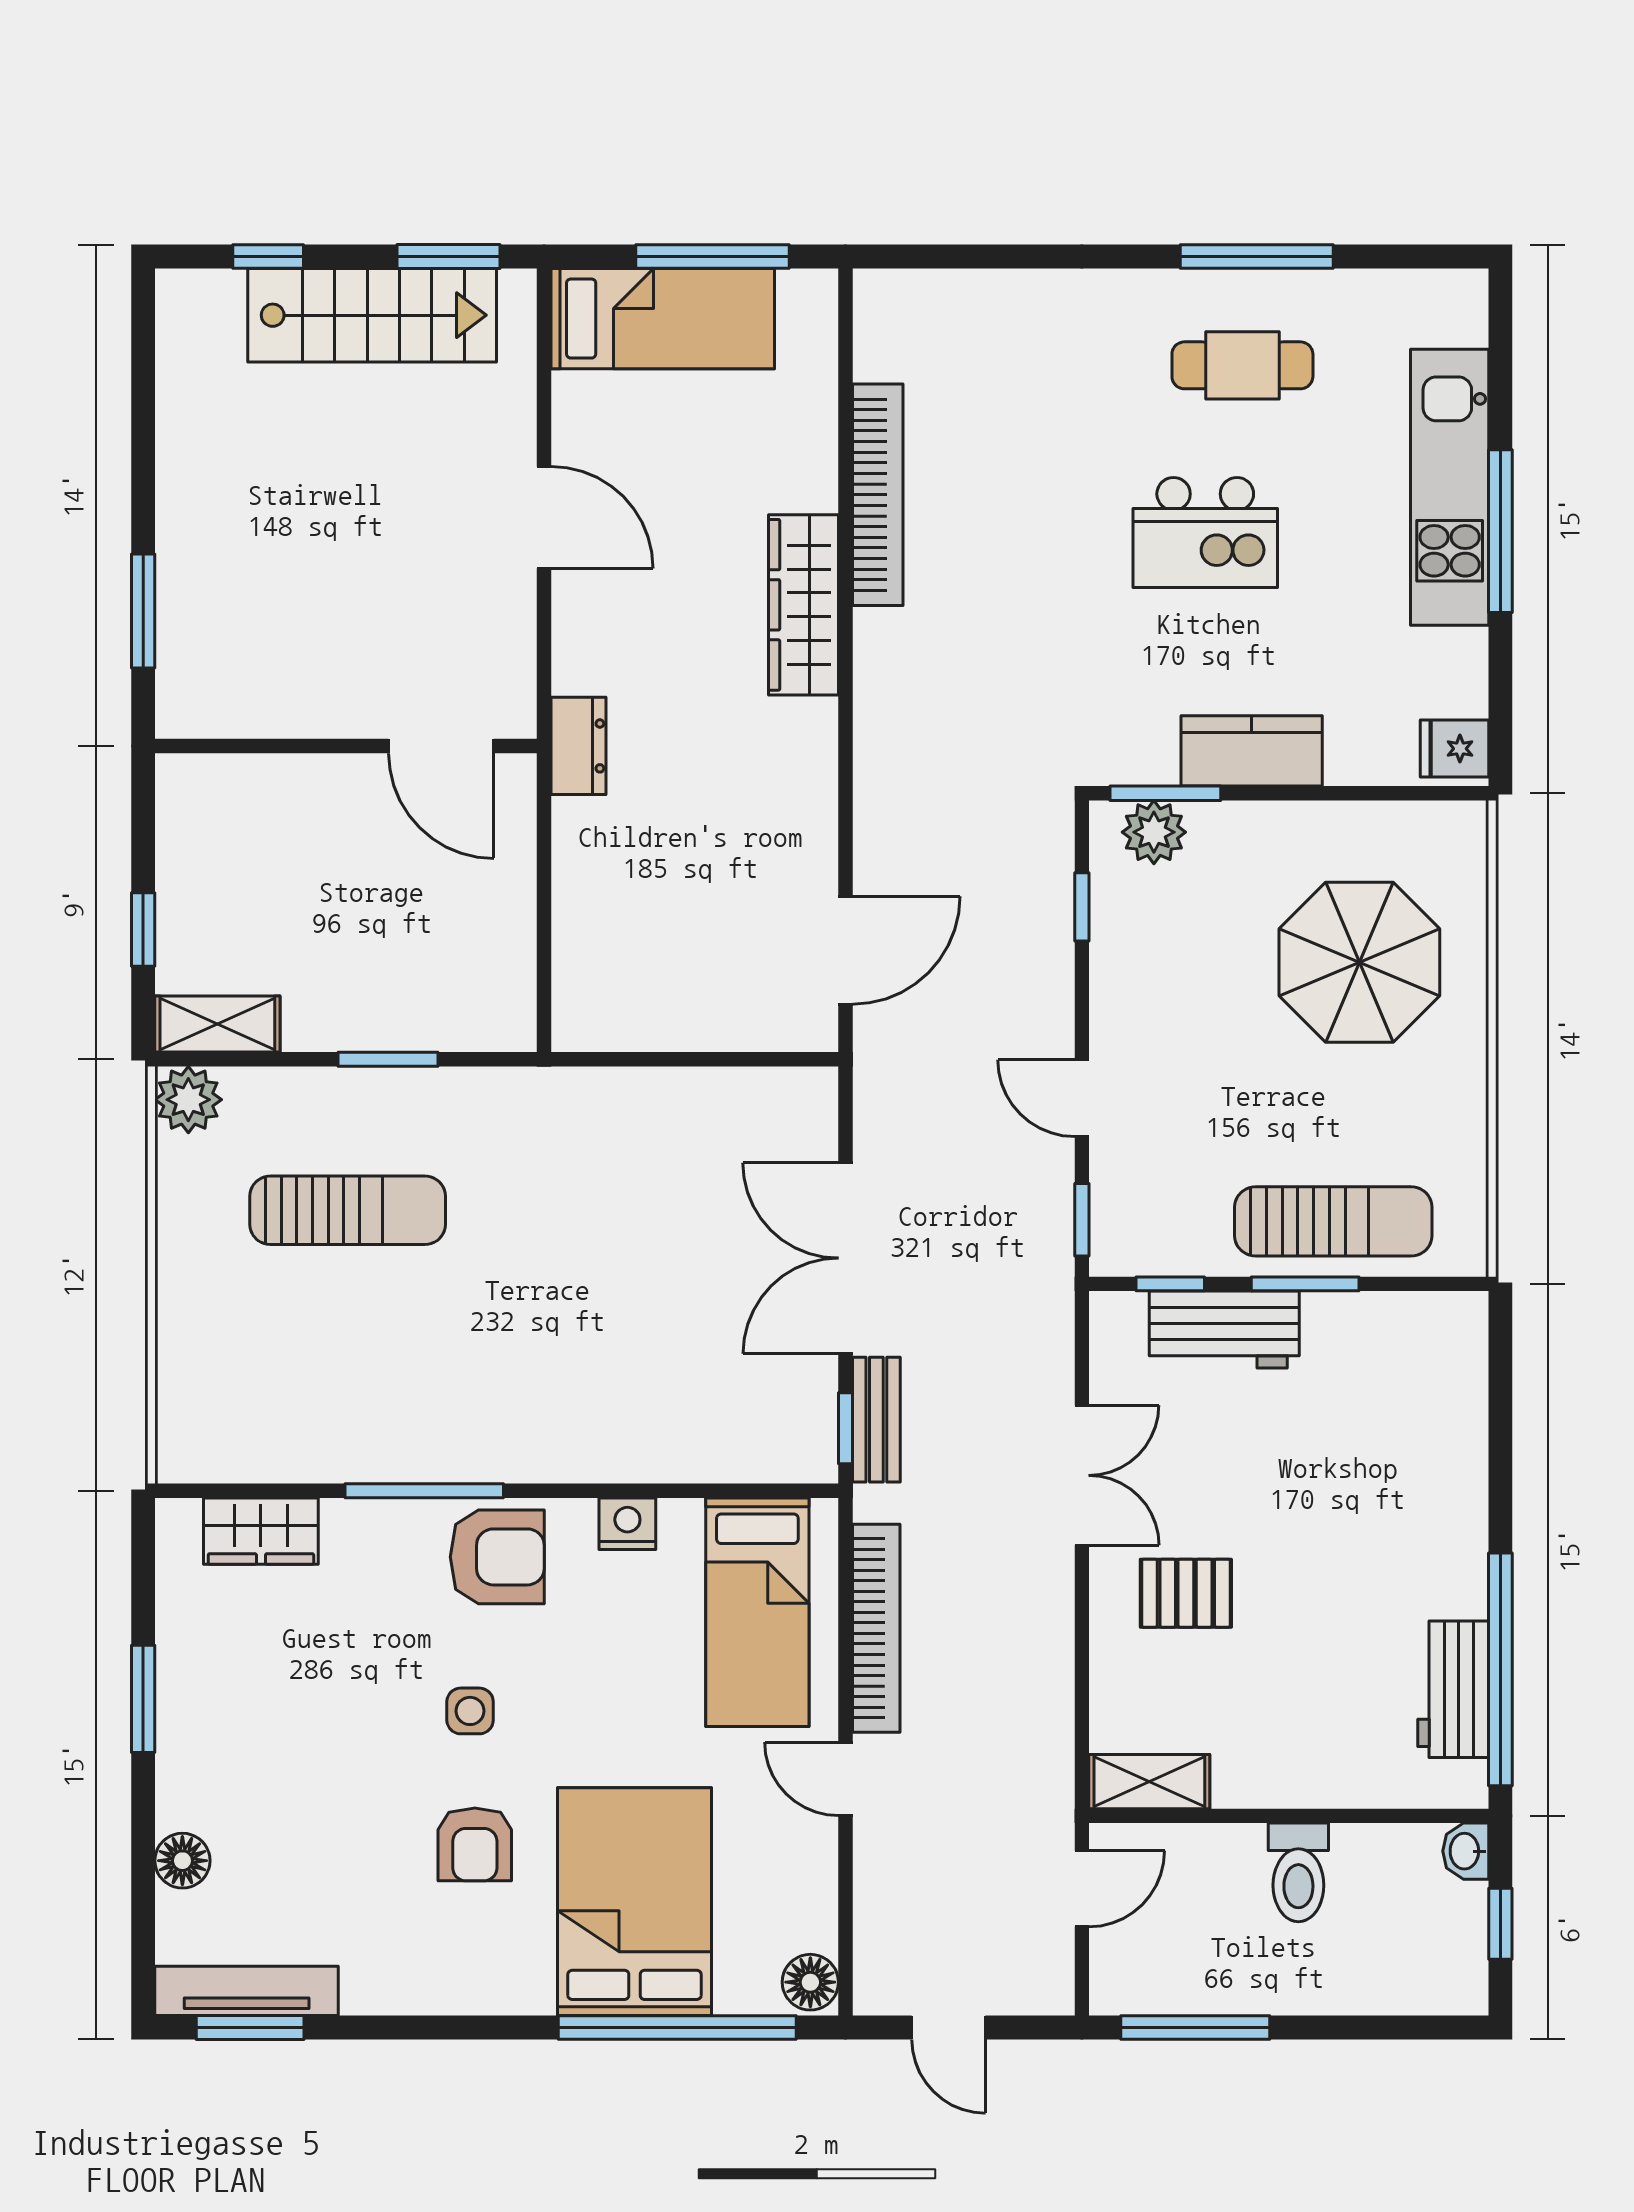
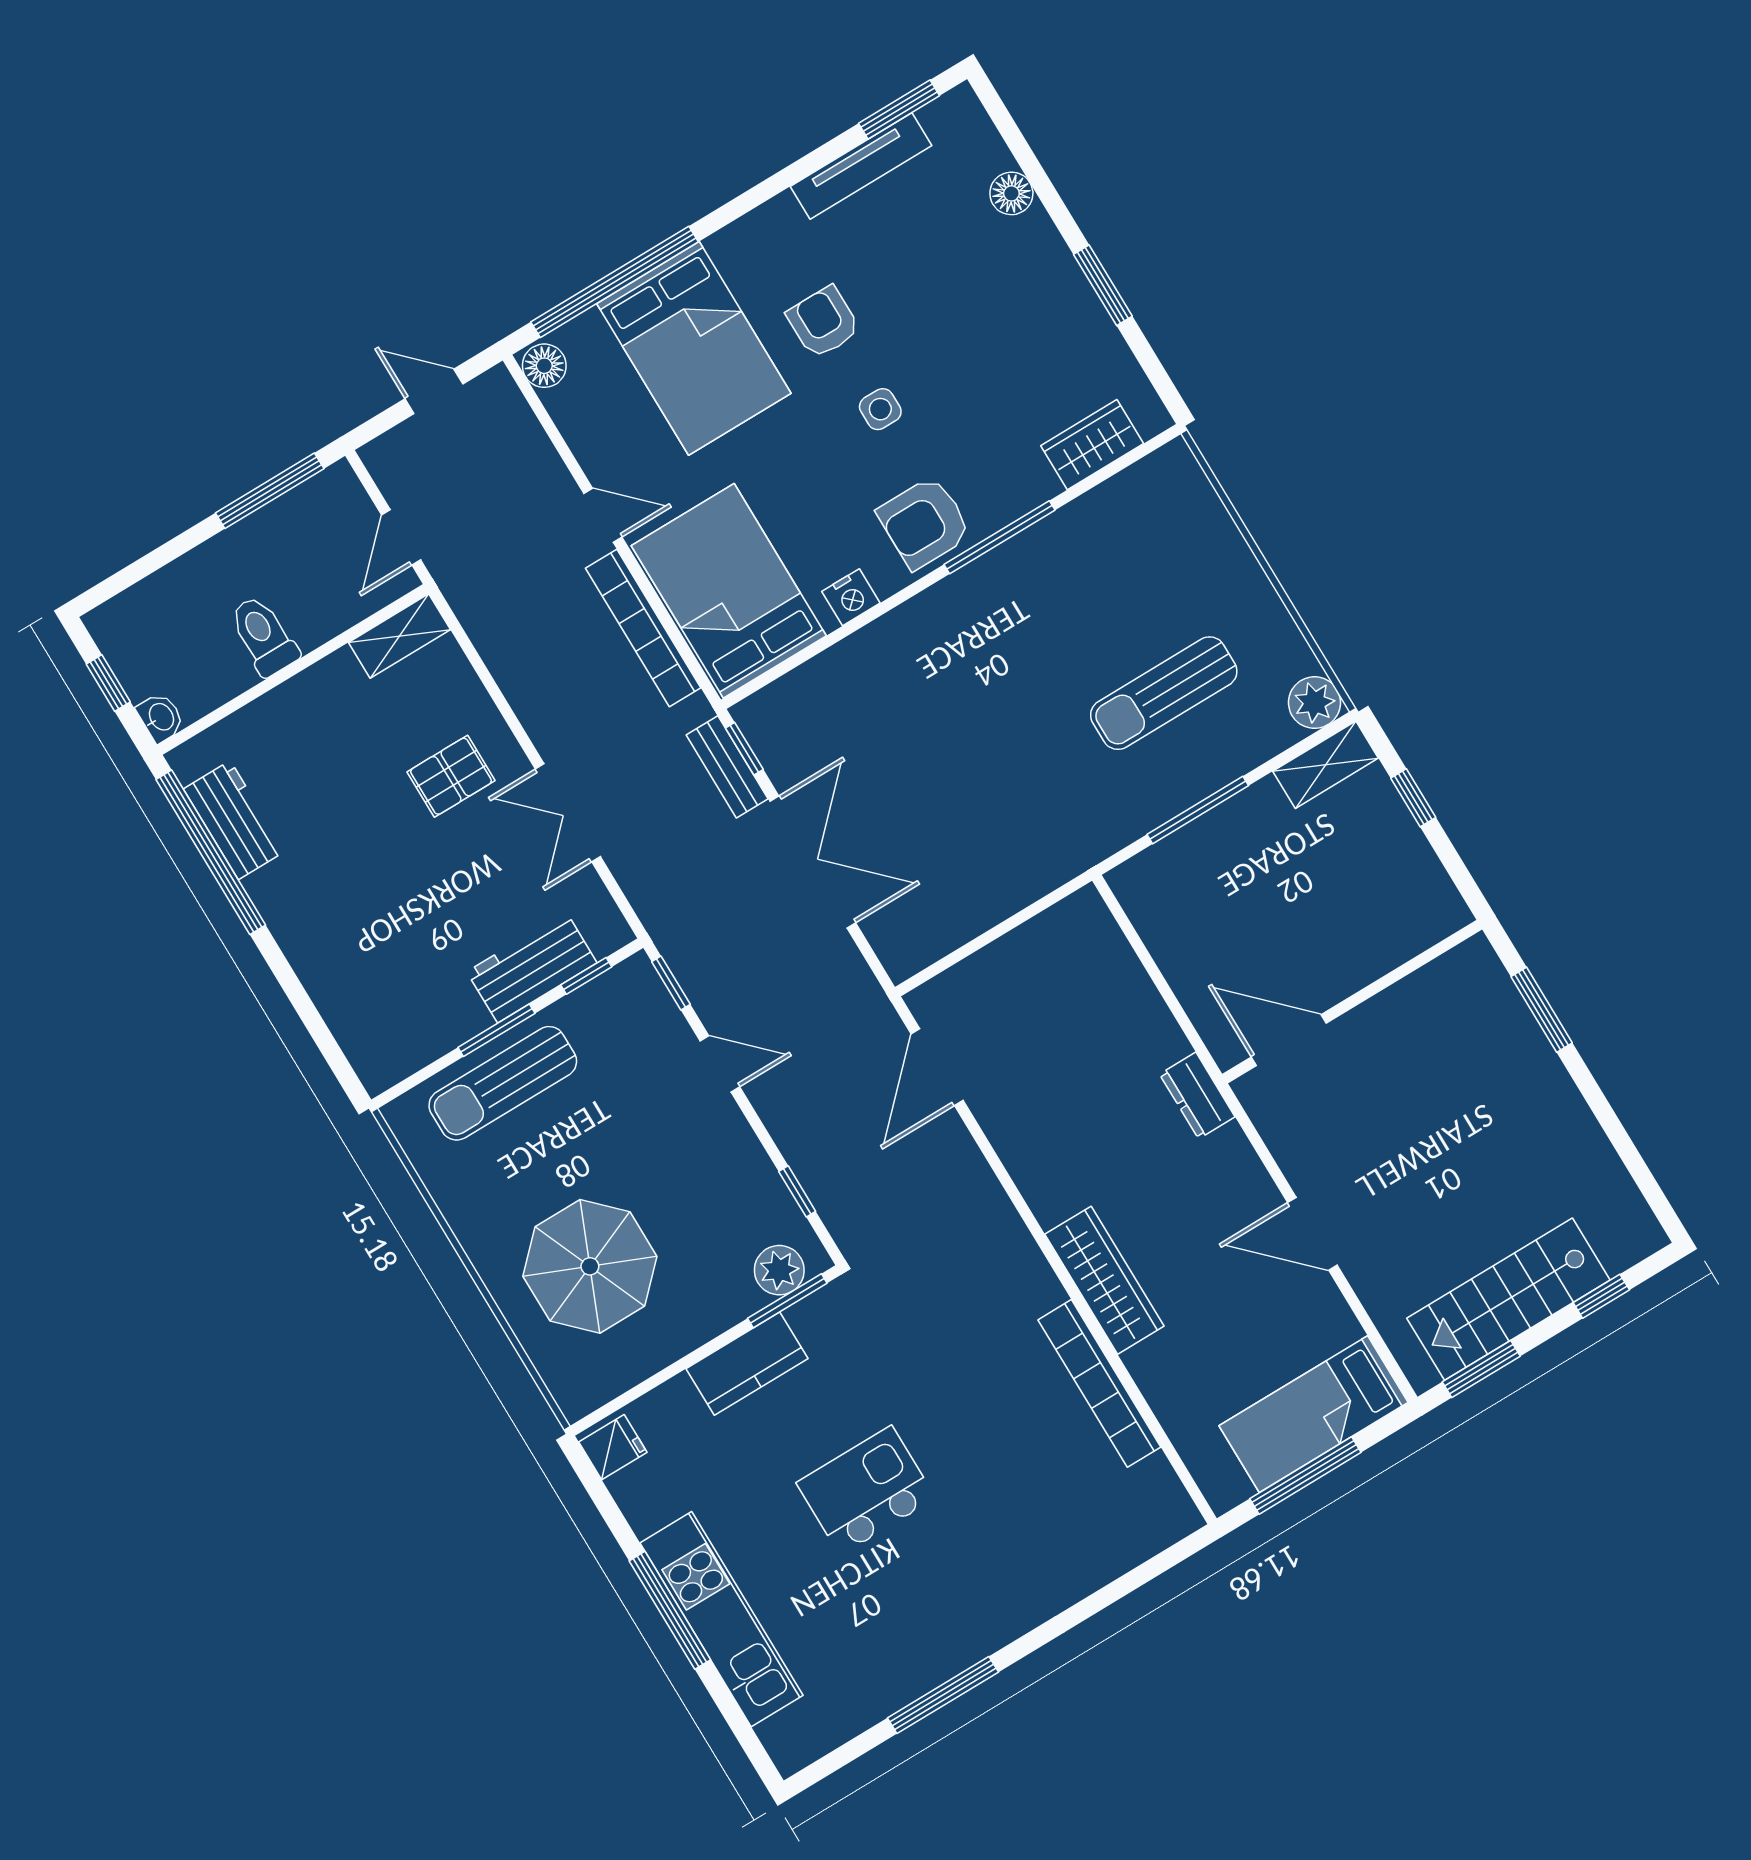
cafe table: (1242, 365) -> (909, 1617), removed
window: (388, 1059) -> (1198, 810), width x1.44
bed: (757, 1612) -> (729, 591), width x1.50
tv unit: (247, 1991) -> (861, 166), moved

